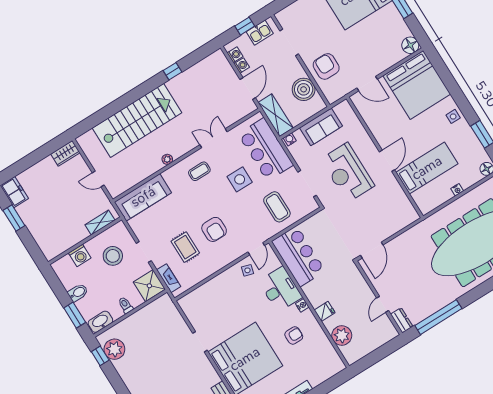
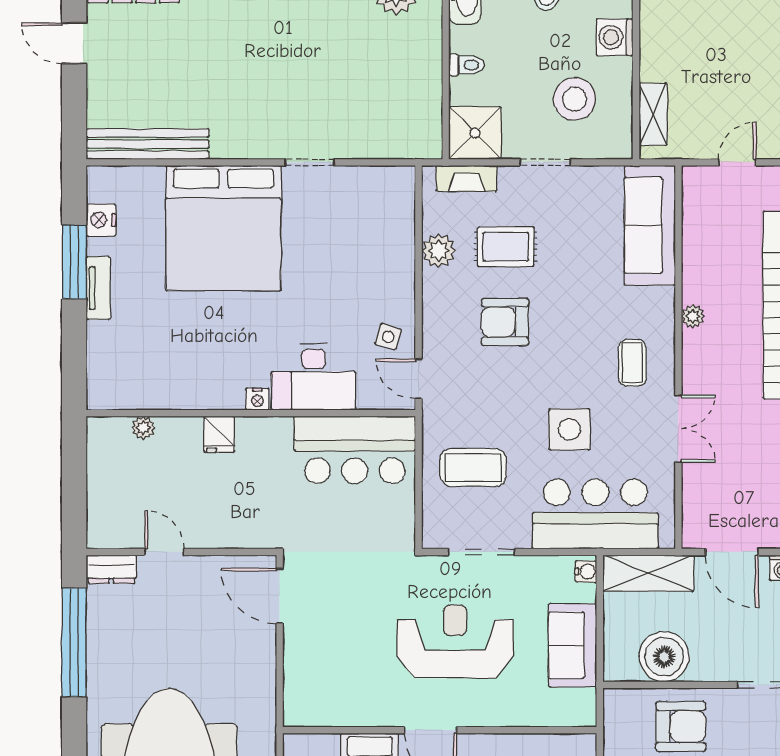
plant: (203, 272) -> (439, 251), added
armchair: (294, 335) -> (210, 347), removed
plant: (342, 336) -> (143, 428), width x0.53, depth x0.53

